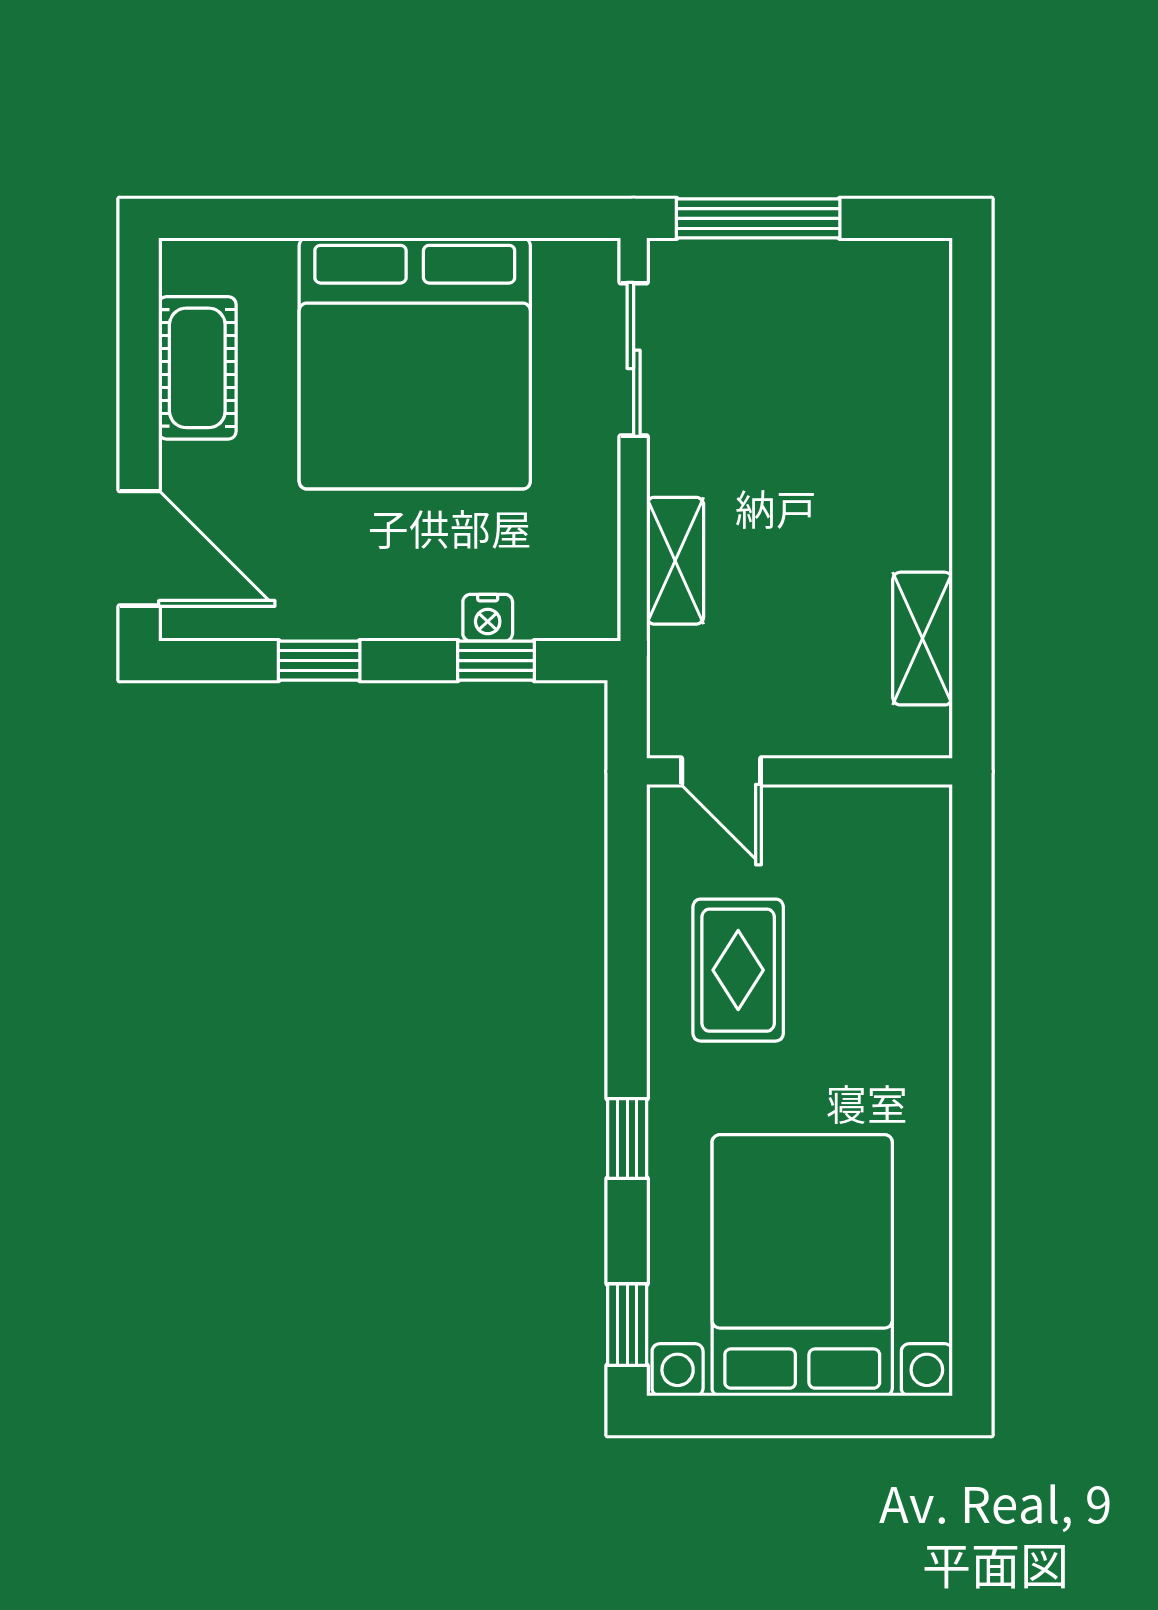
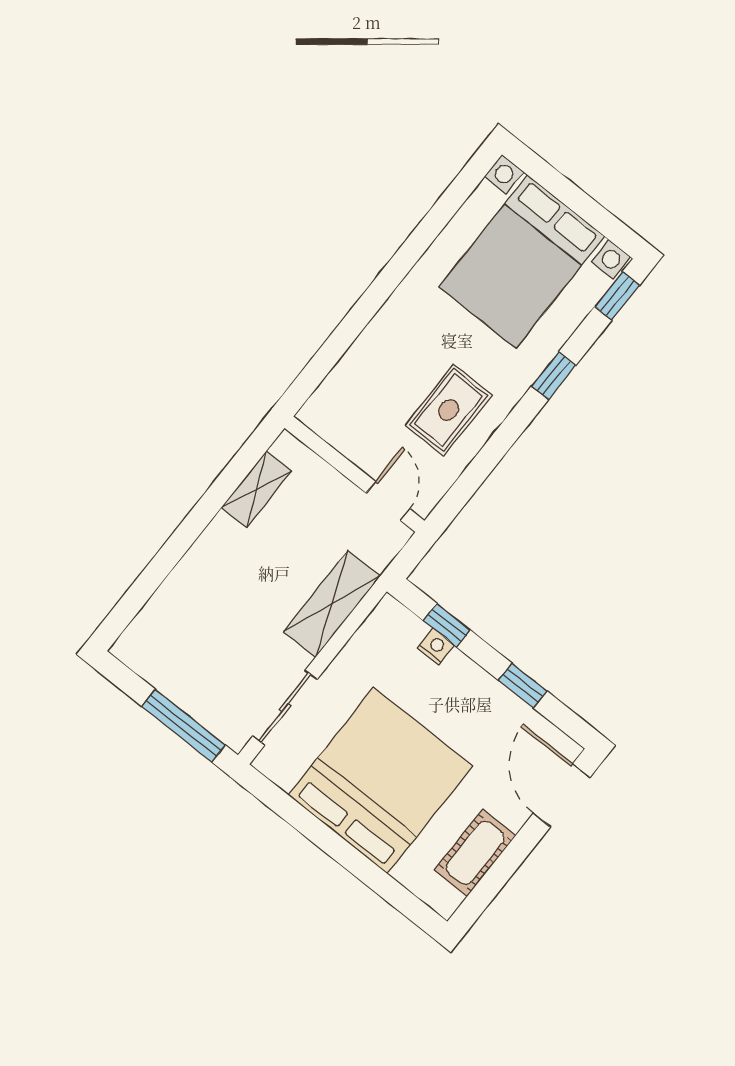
shelving: (675, 561) -> (332, 604), width x1.50, depth x1.33

